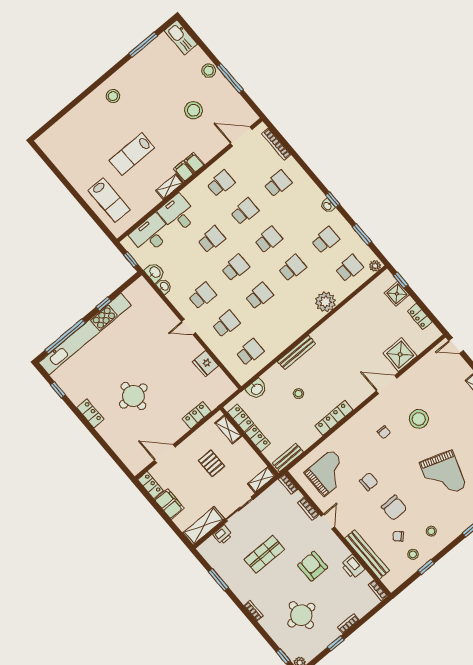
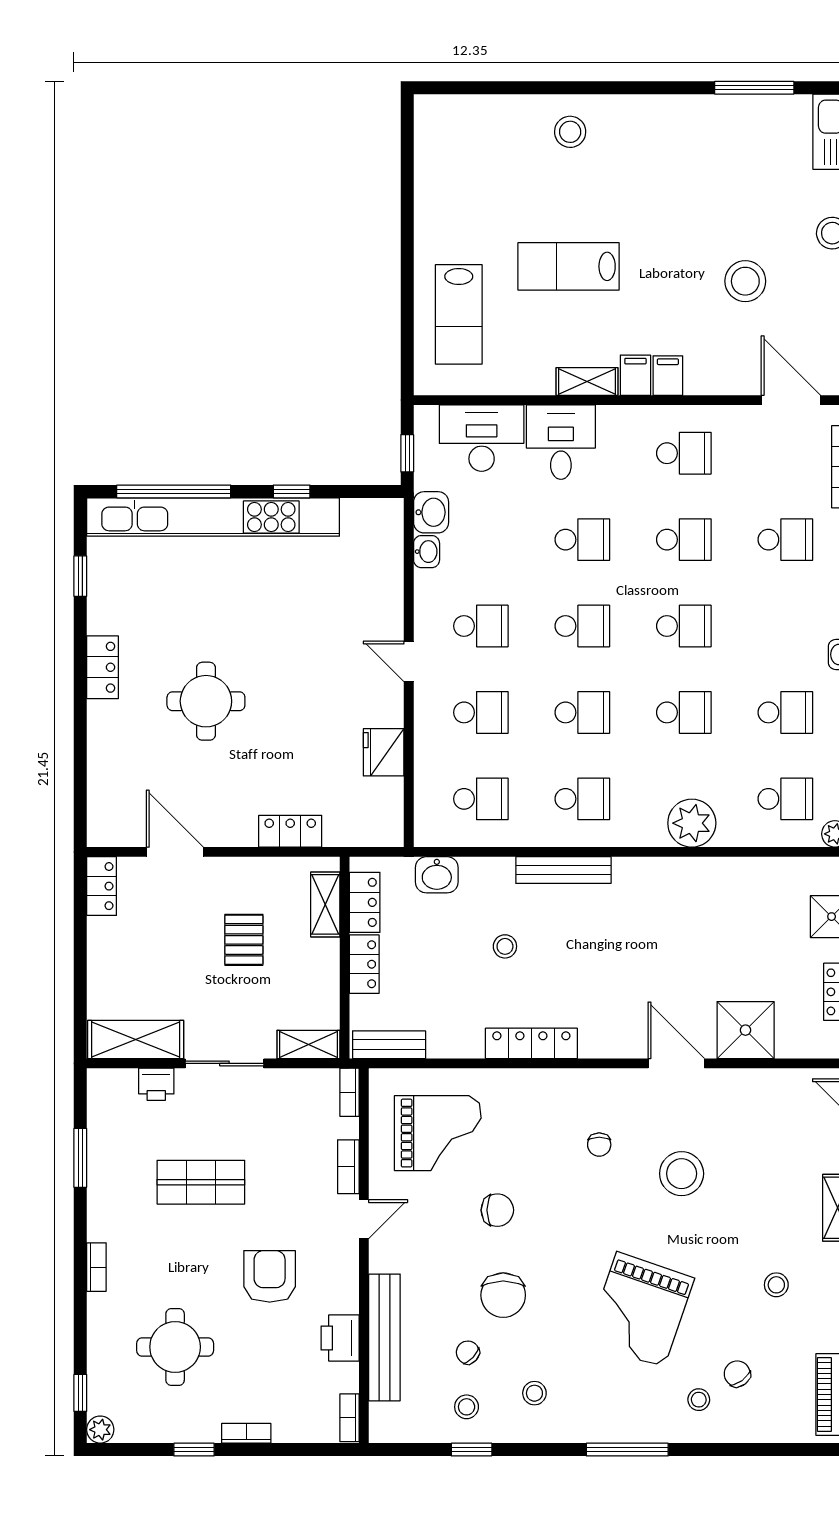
stool: (113, 96) -> (570, 132), moved
school desk: (283, 324) -> (582, 799), added
filing cabinet: (169, 504) -> (107, 949), removed

